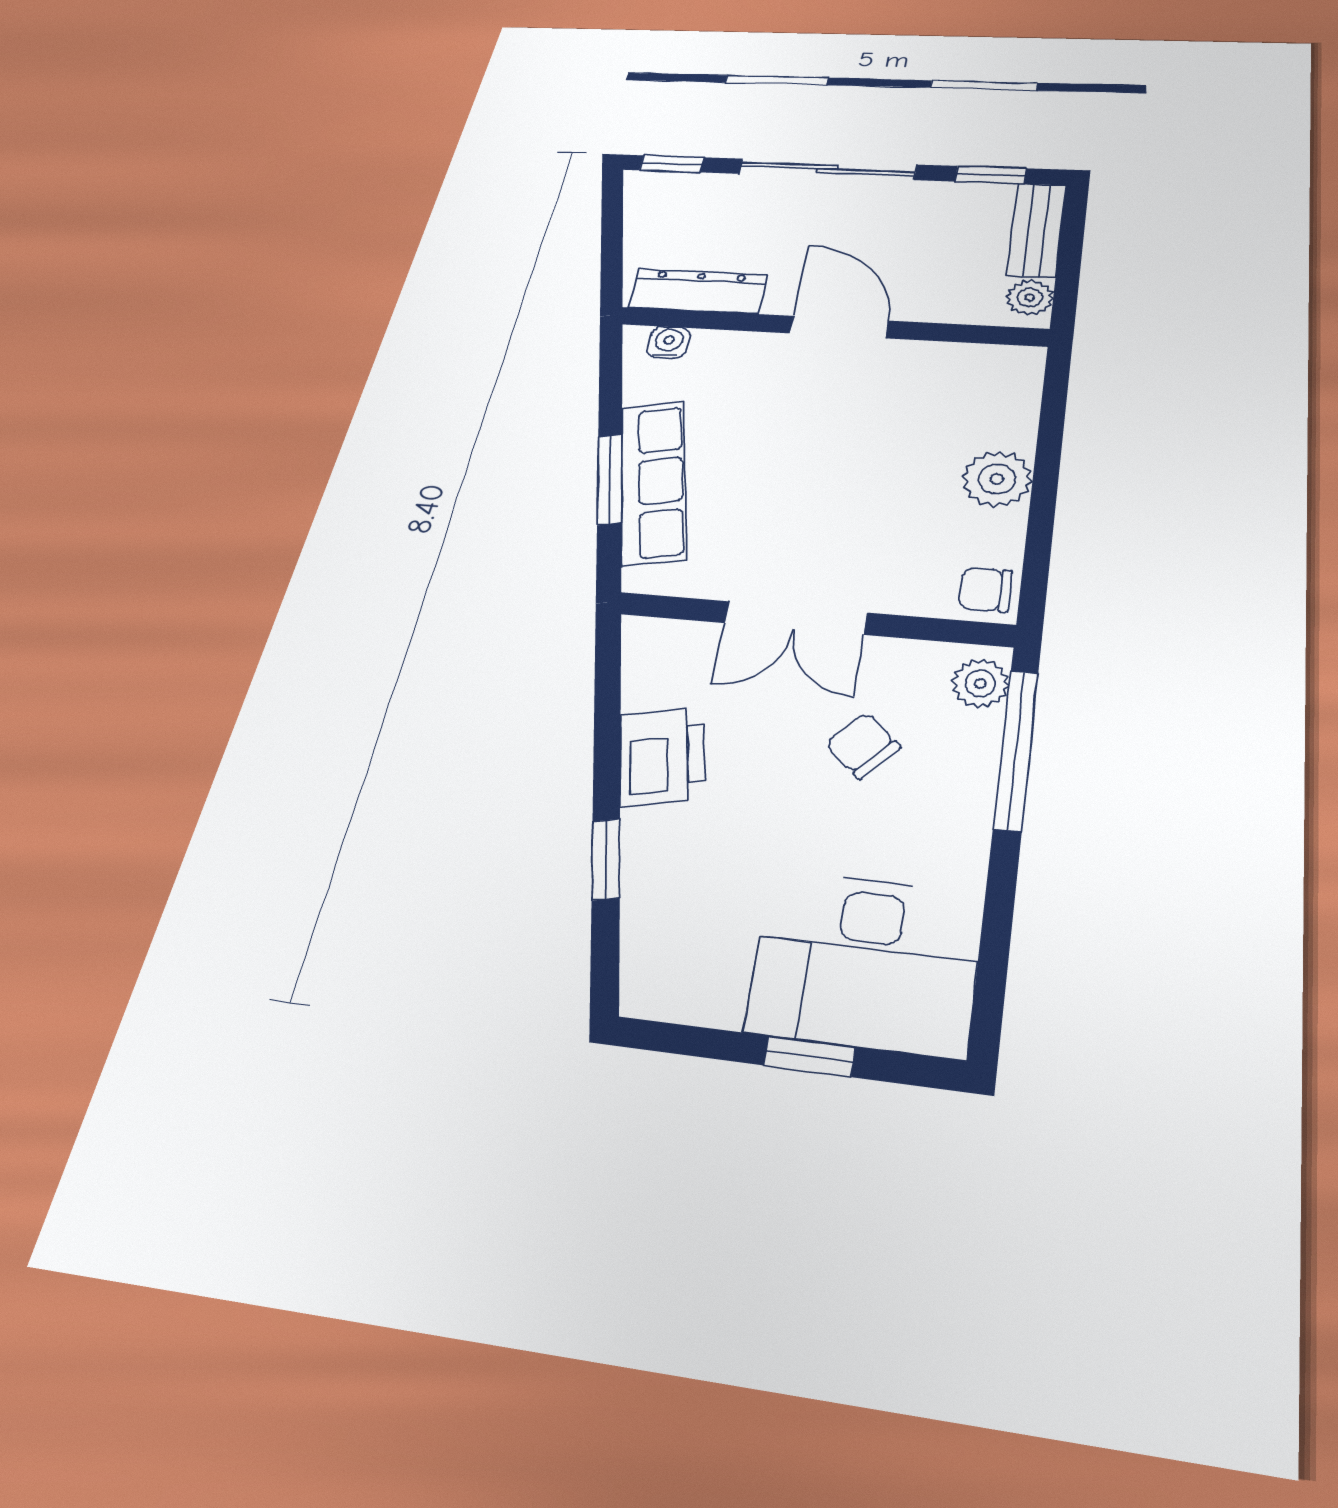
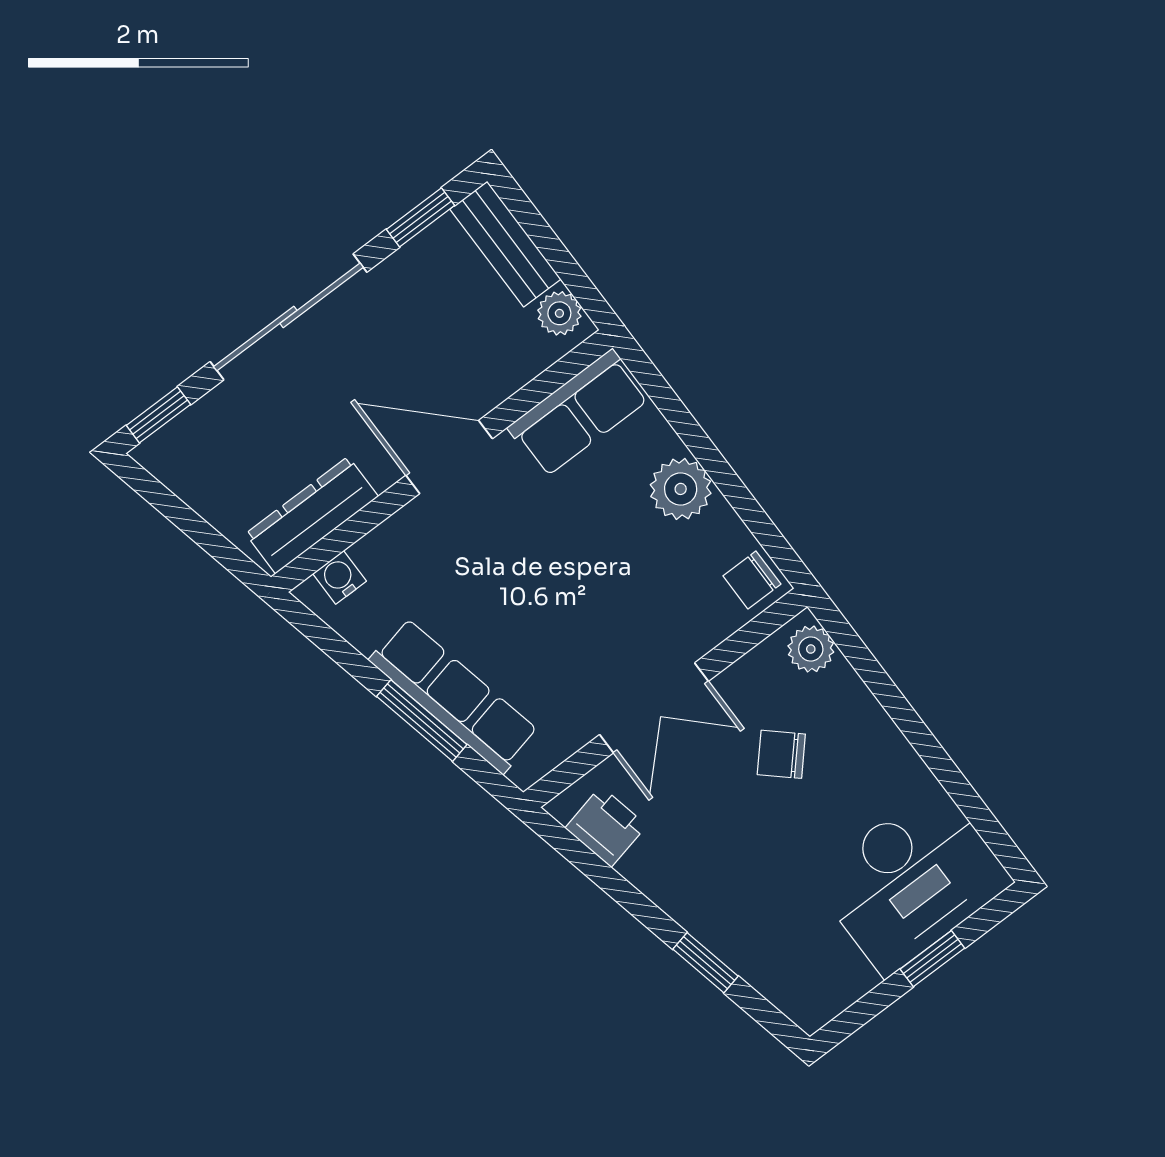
row of seats: (972, 370) -> (579, 413), added
window: (1016, 749) -> (872, 674), removed
printer: (662, 756) -> (606, 827), moved, width x0.73, depth x0.81

